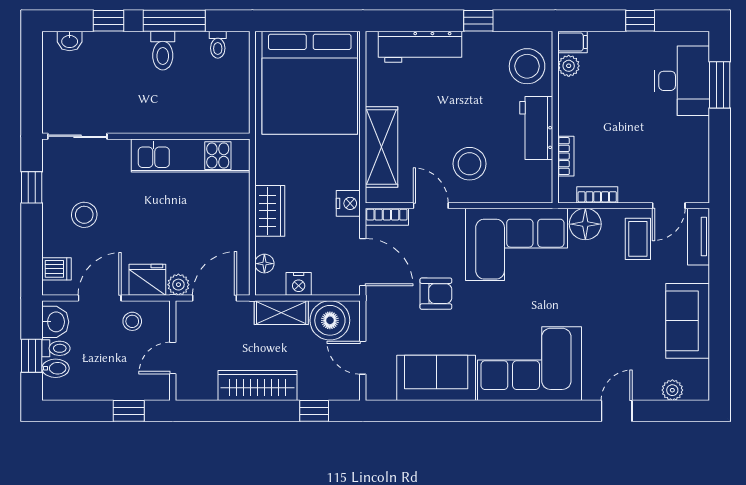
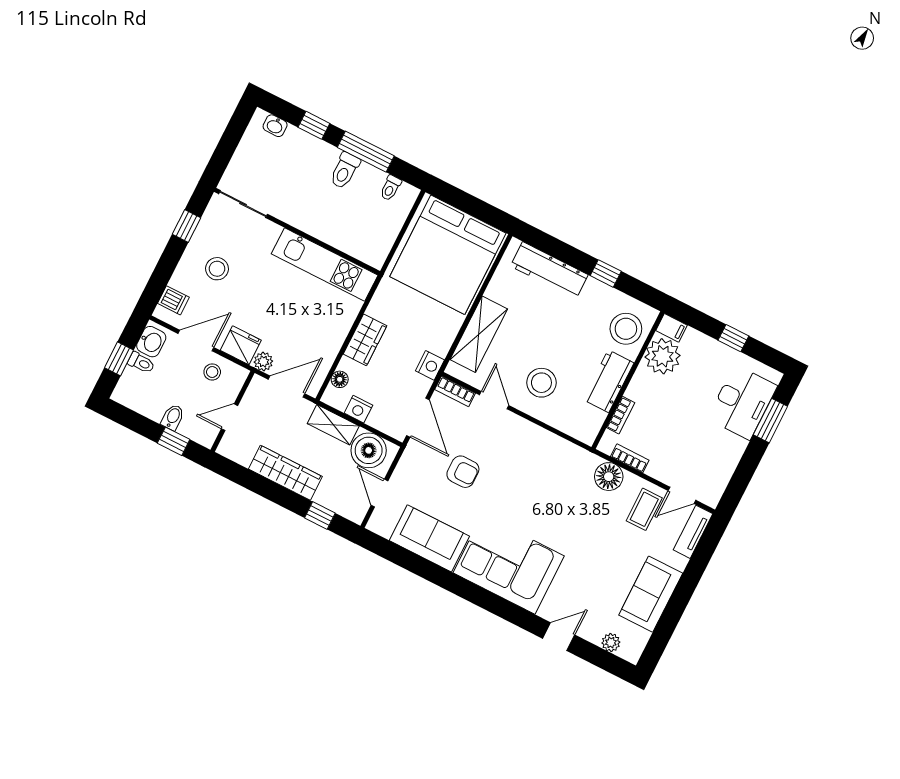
plant: (569, 66) -> (663, 356), width x1.87, depth x1.87
corner sofa: (517, 244) -> (546, 465), removed
bidet: (56, 368) -> (173, 417), moved, turned -90

